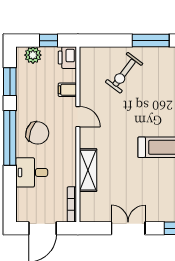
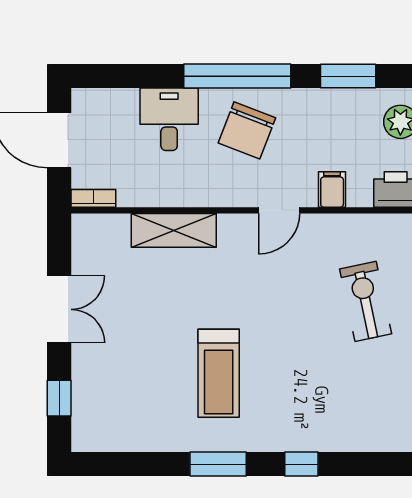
exercise bike: (124, 73) -> (366, 301), turned 41
bookcase: (72, 204) -> (93, 198), width x0.64

